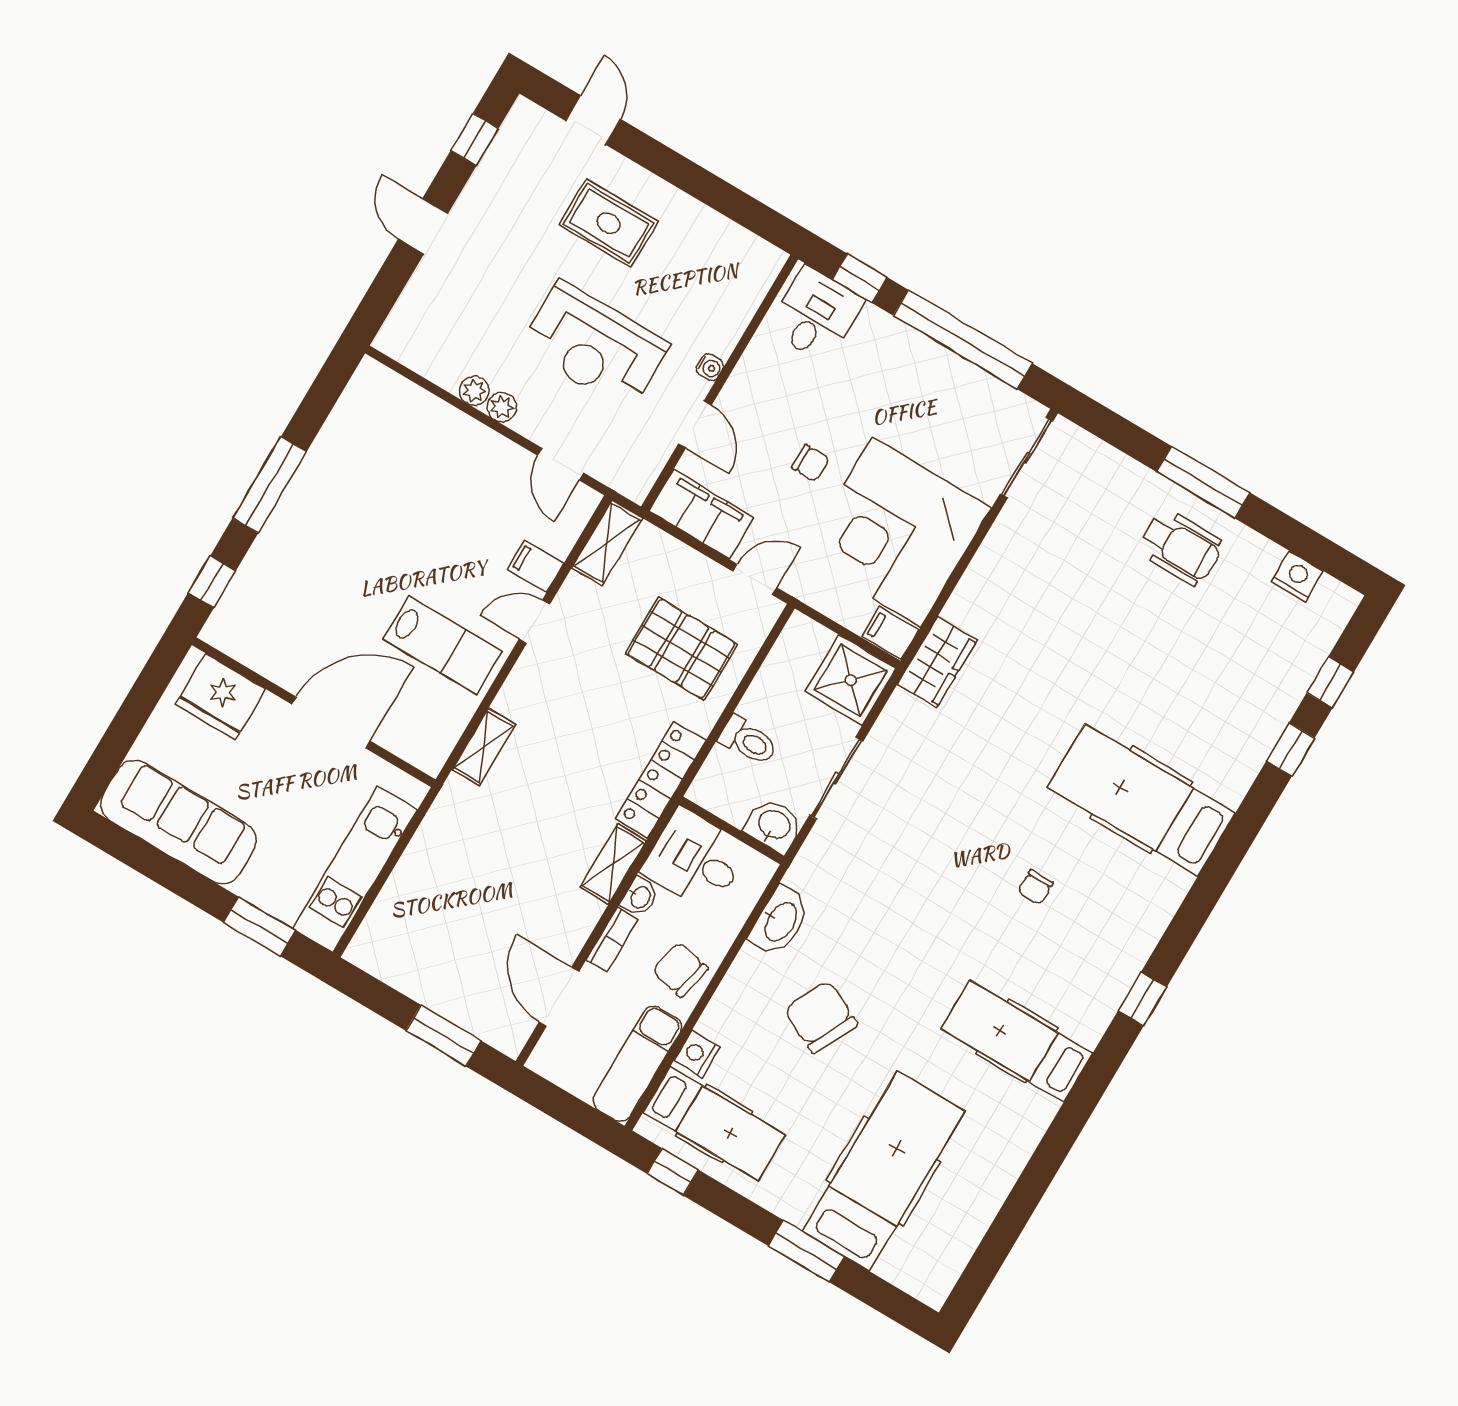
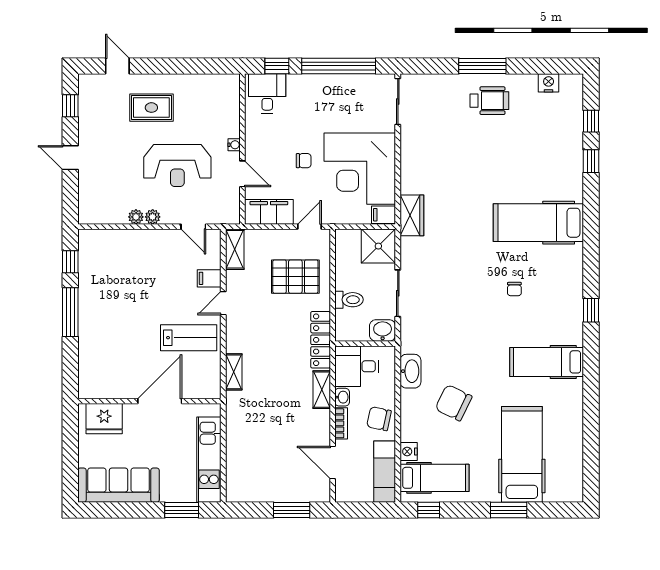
window: (212, 582) -> (70, 262), moved

